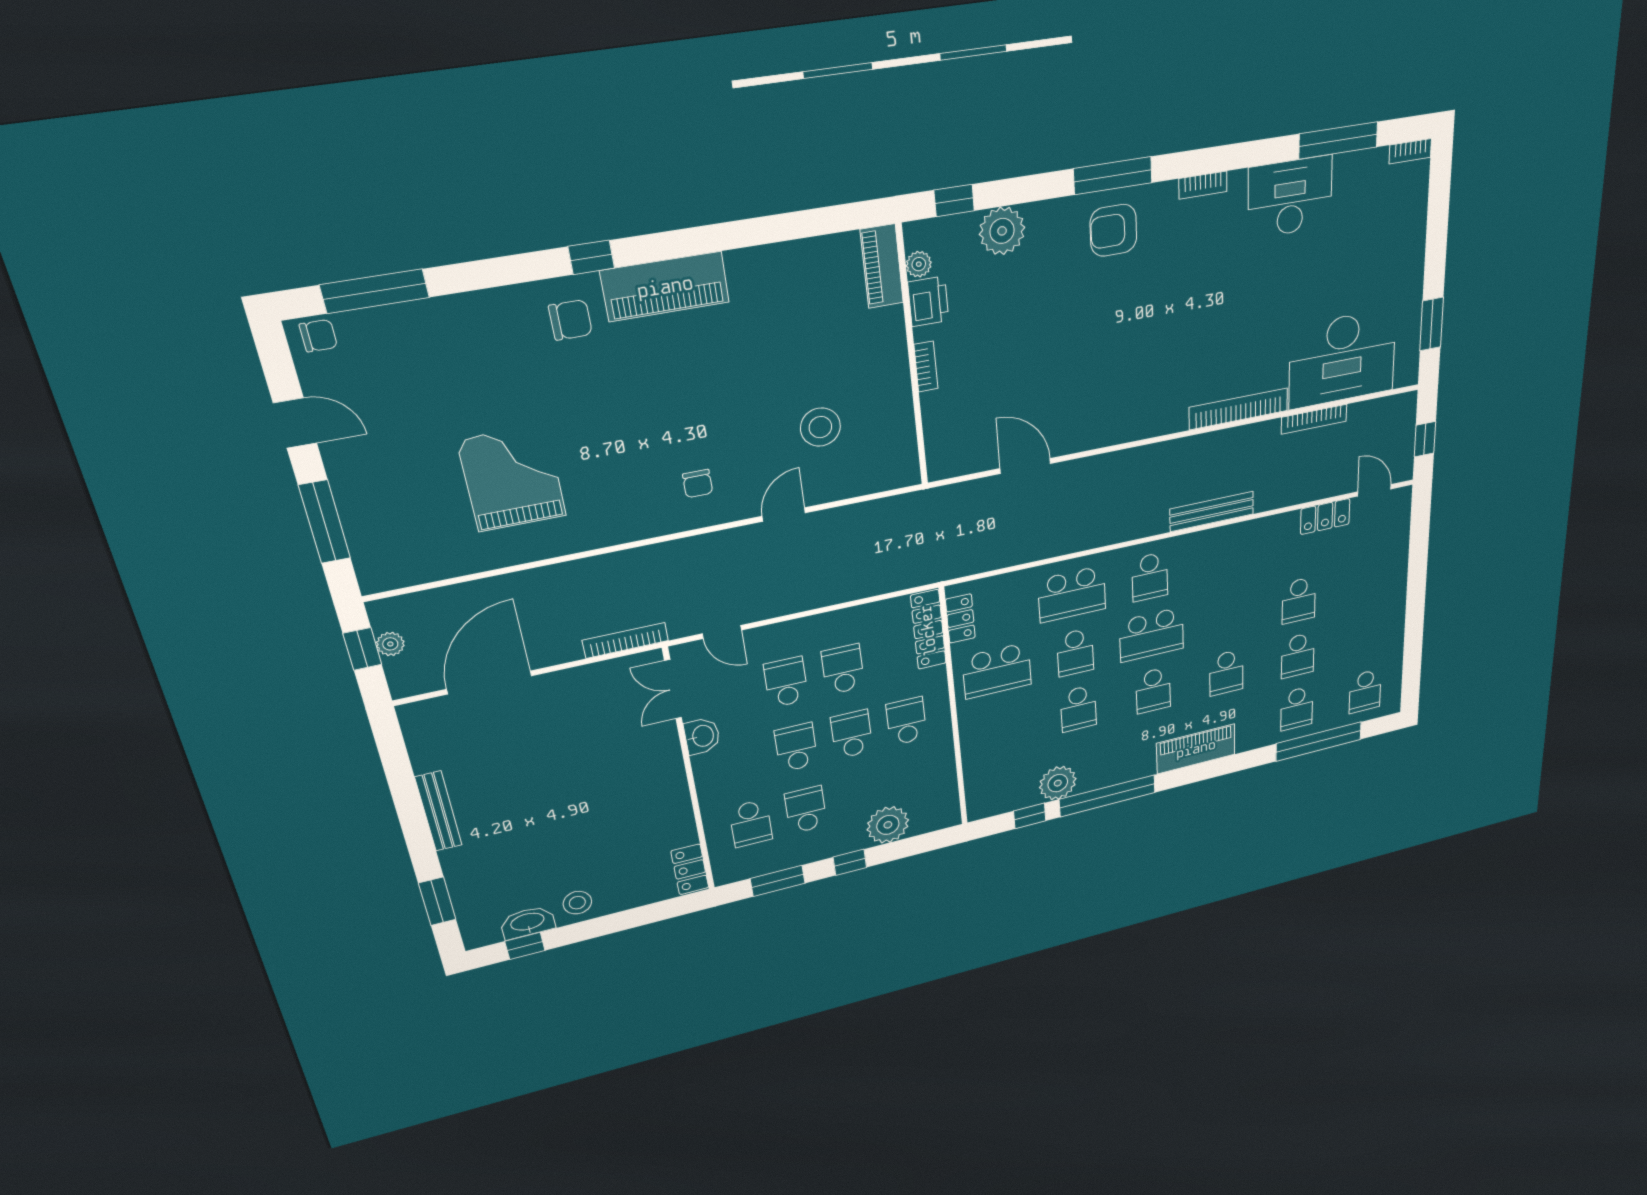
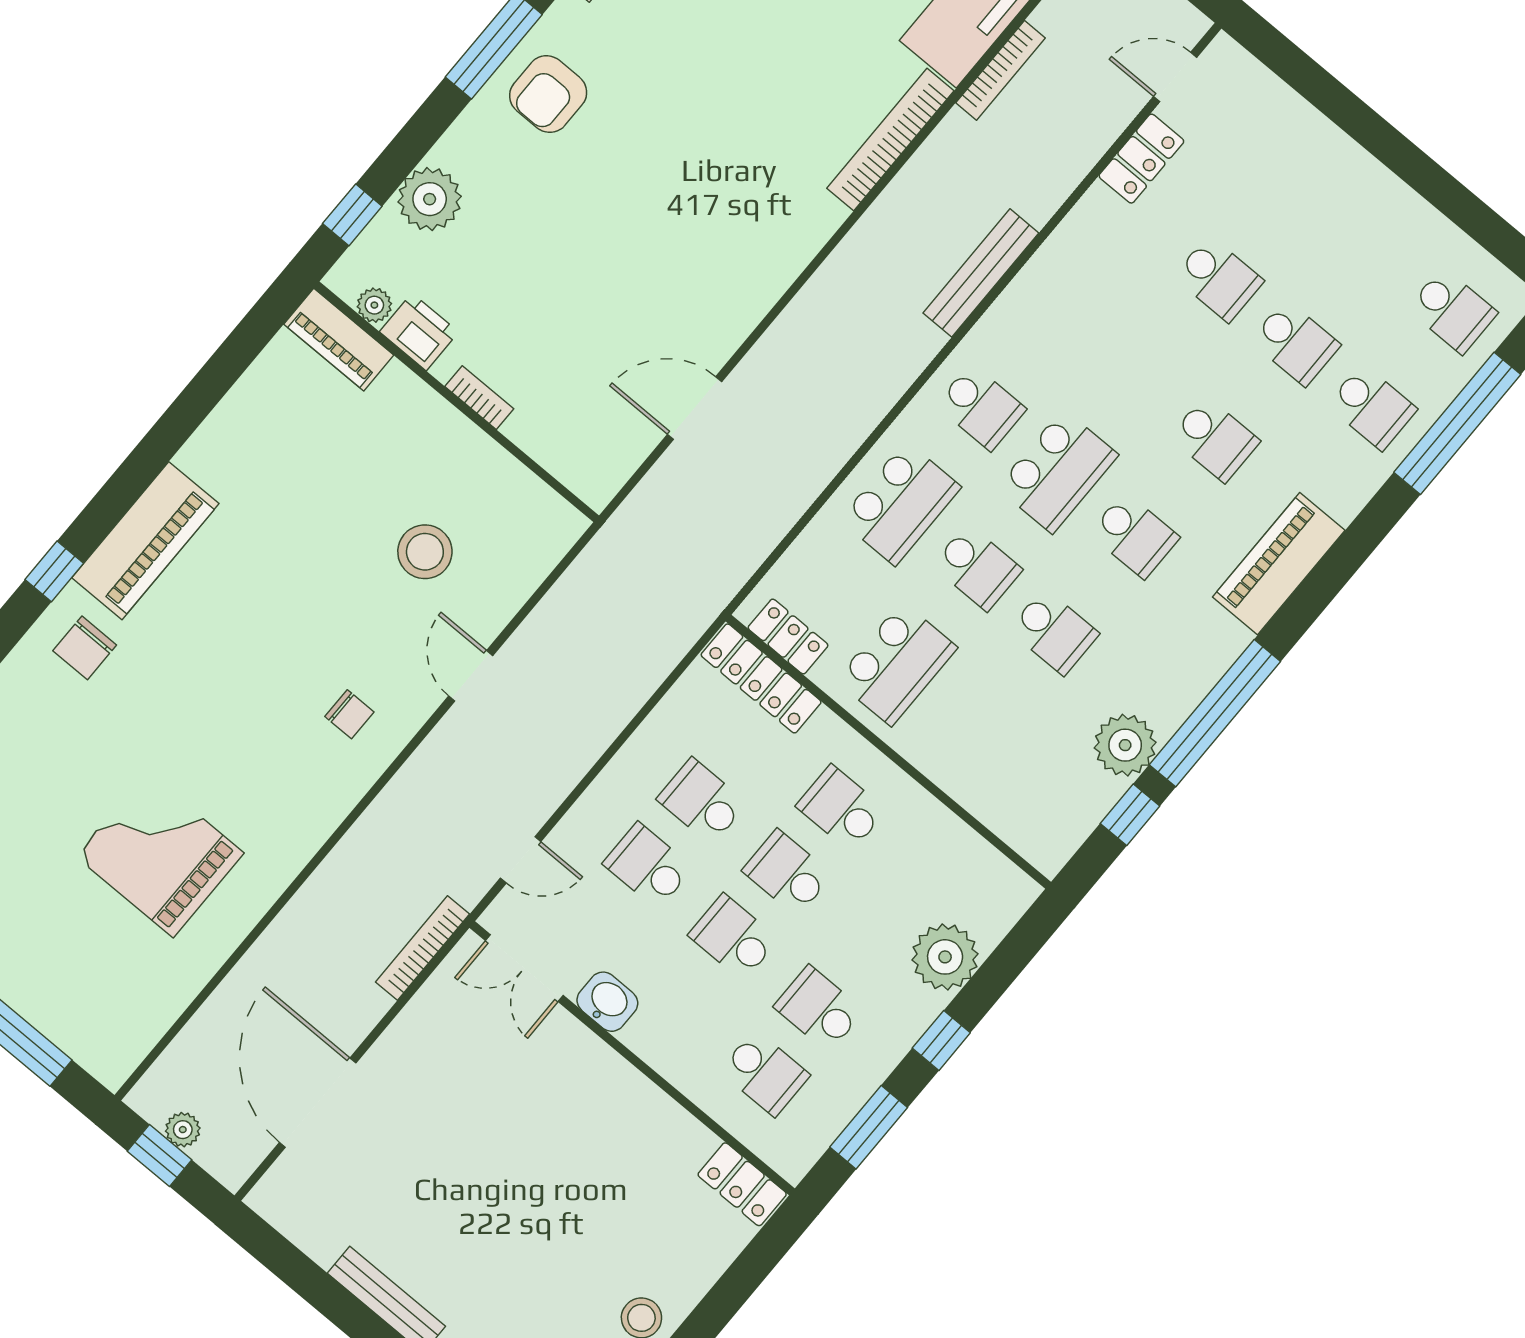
chair: (570, 320) -> (85, 648), turned 180

